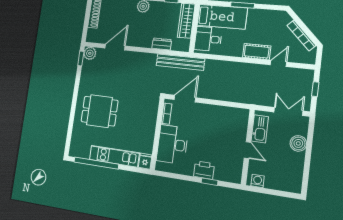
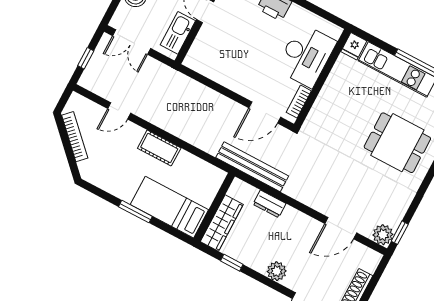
desk: (208, 39) -> (201, 184), removed
cot: (257, 52) -> (159, 148), moved

